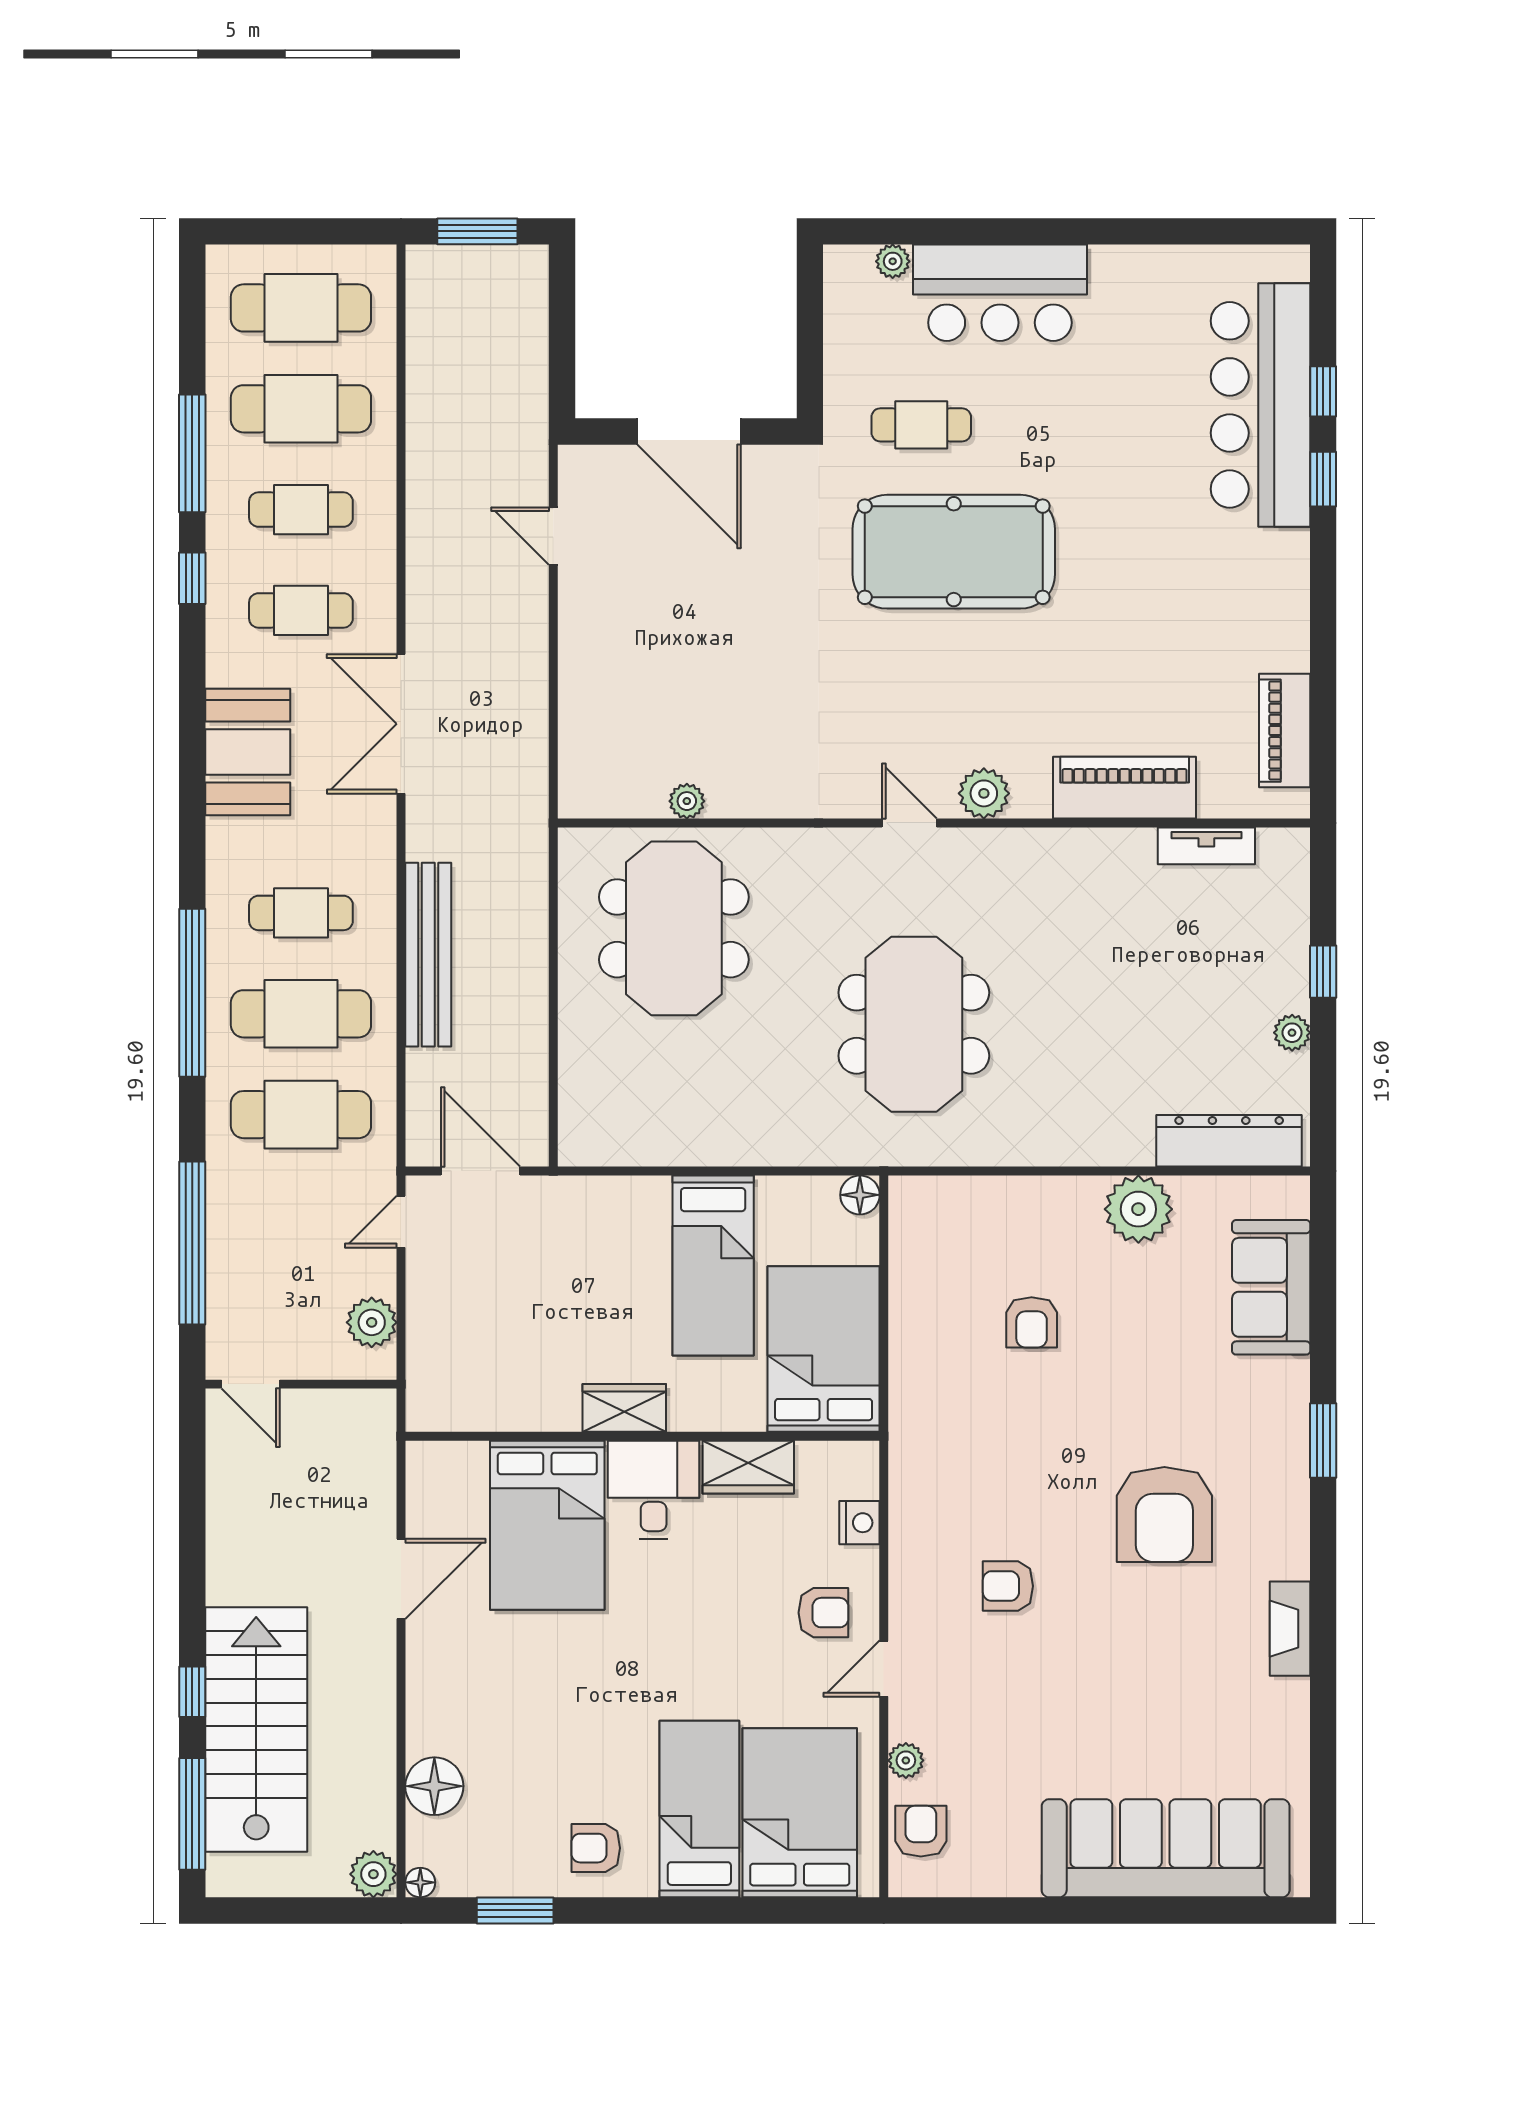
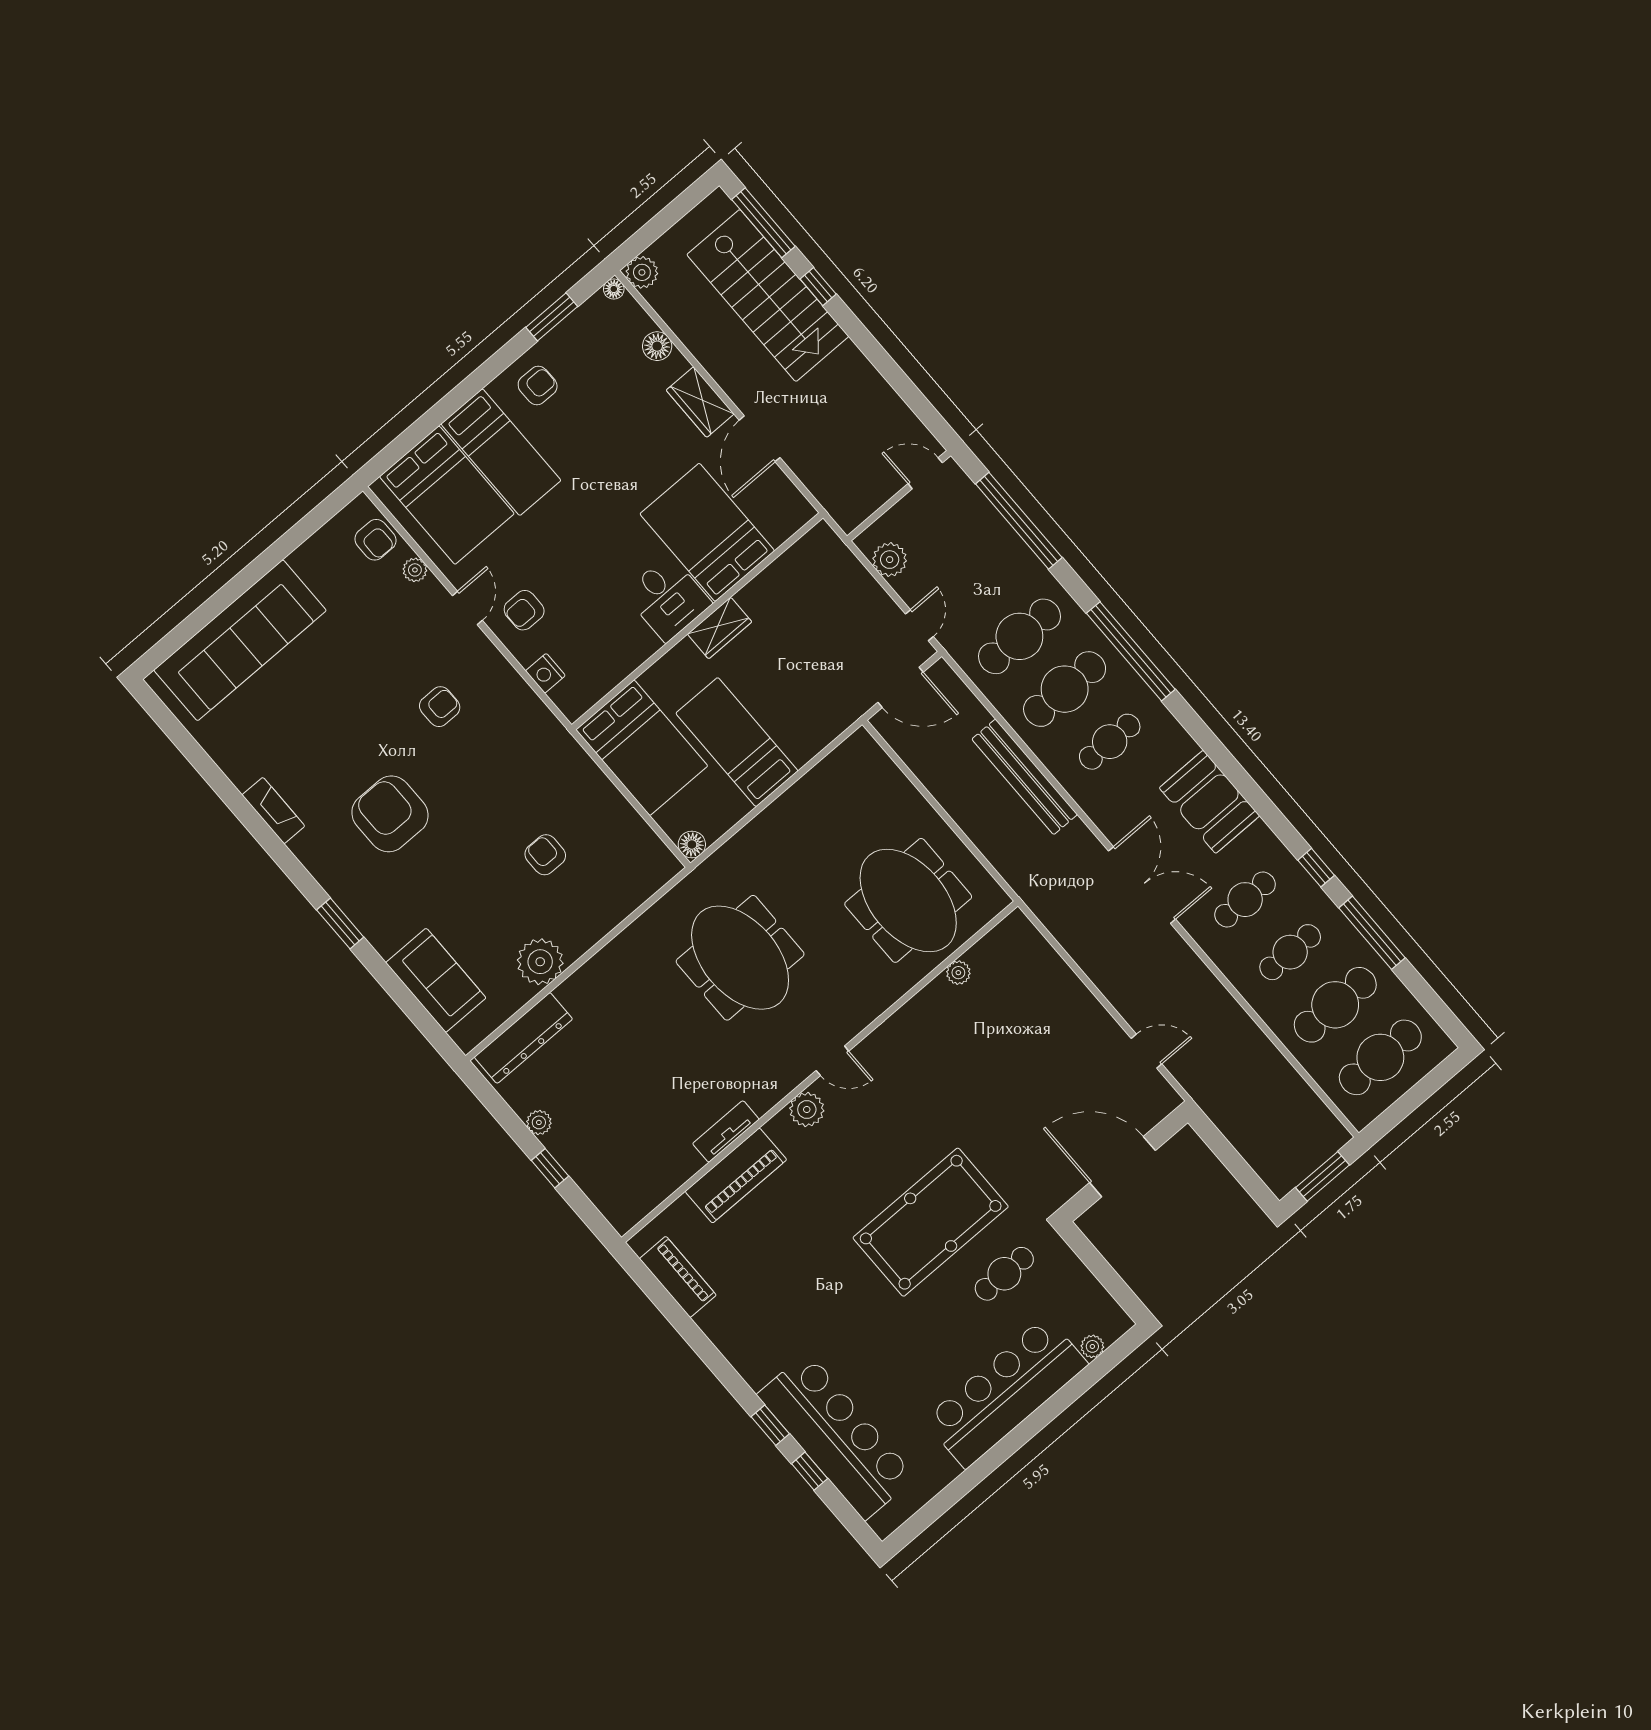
bar counter: (1000, 293) -> (1006, 1392), width x1.36
tv unit: (1206, 846) -> (726, 1131), moved
wardrobe: (748, 1467) -> (700, 402), moved, turned -90
floor lamp: (434, 1786) -> (657, 346), width x0.73, depth x0.73

